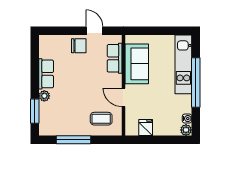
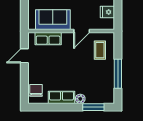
chair: (79, 46) -> (36, 90), moved

